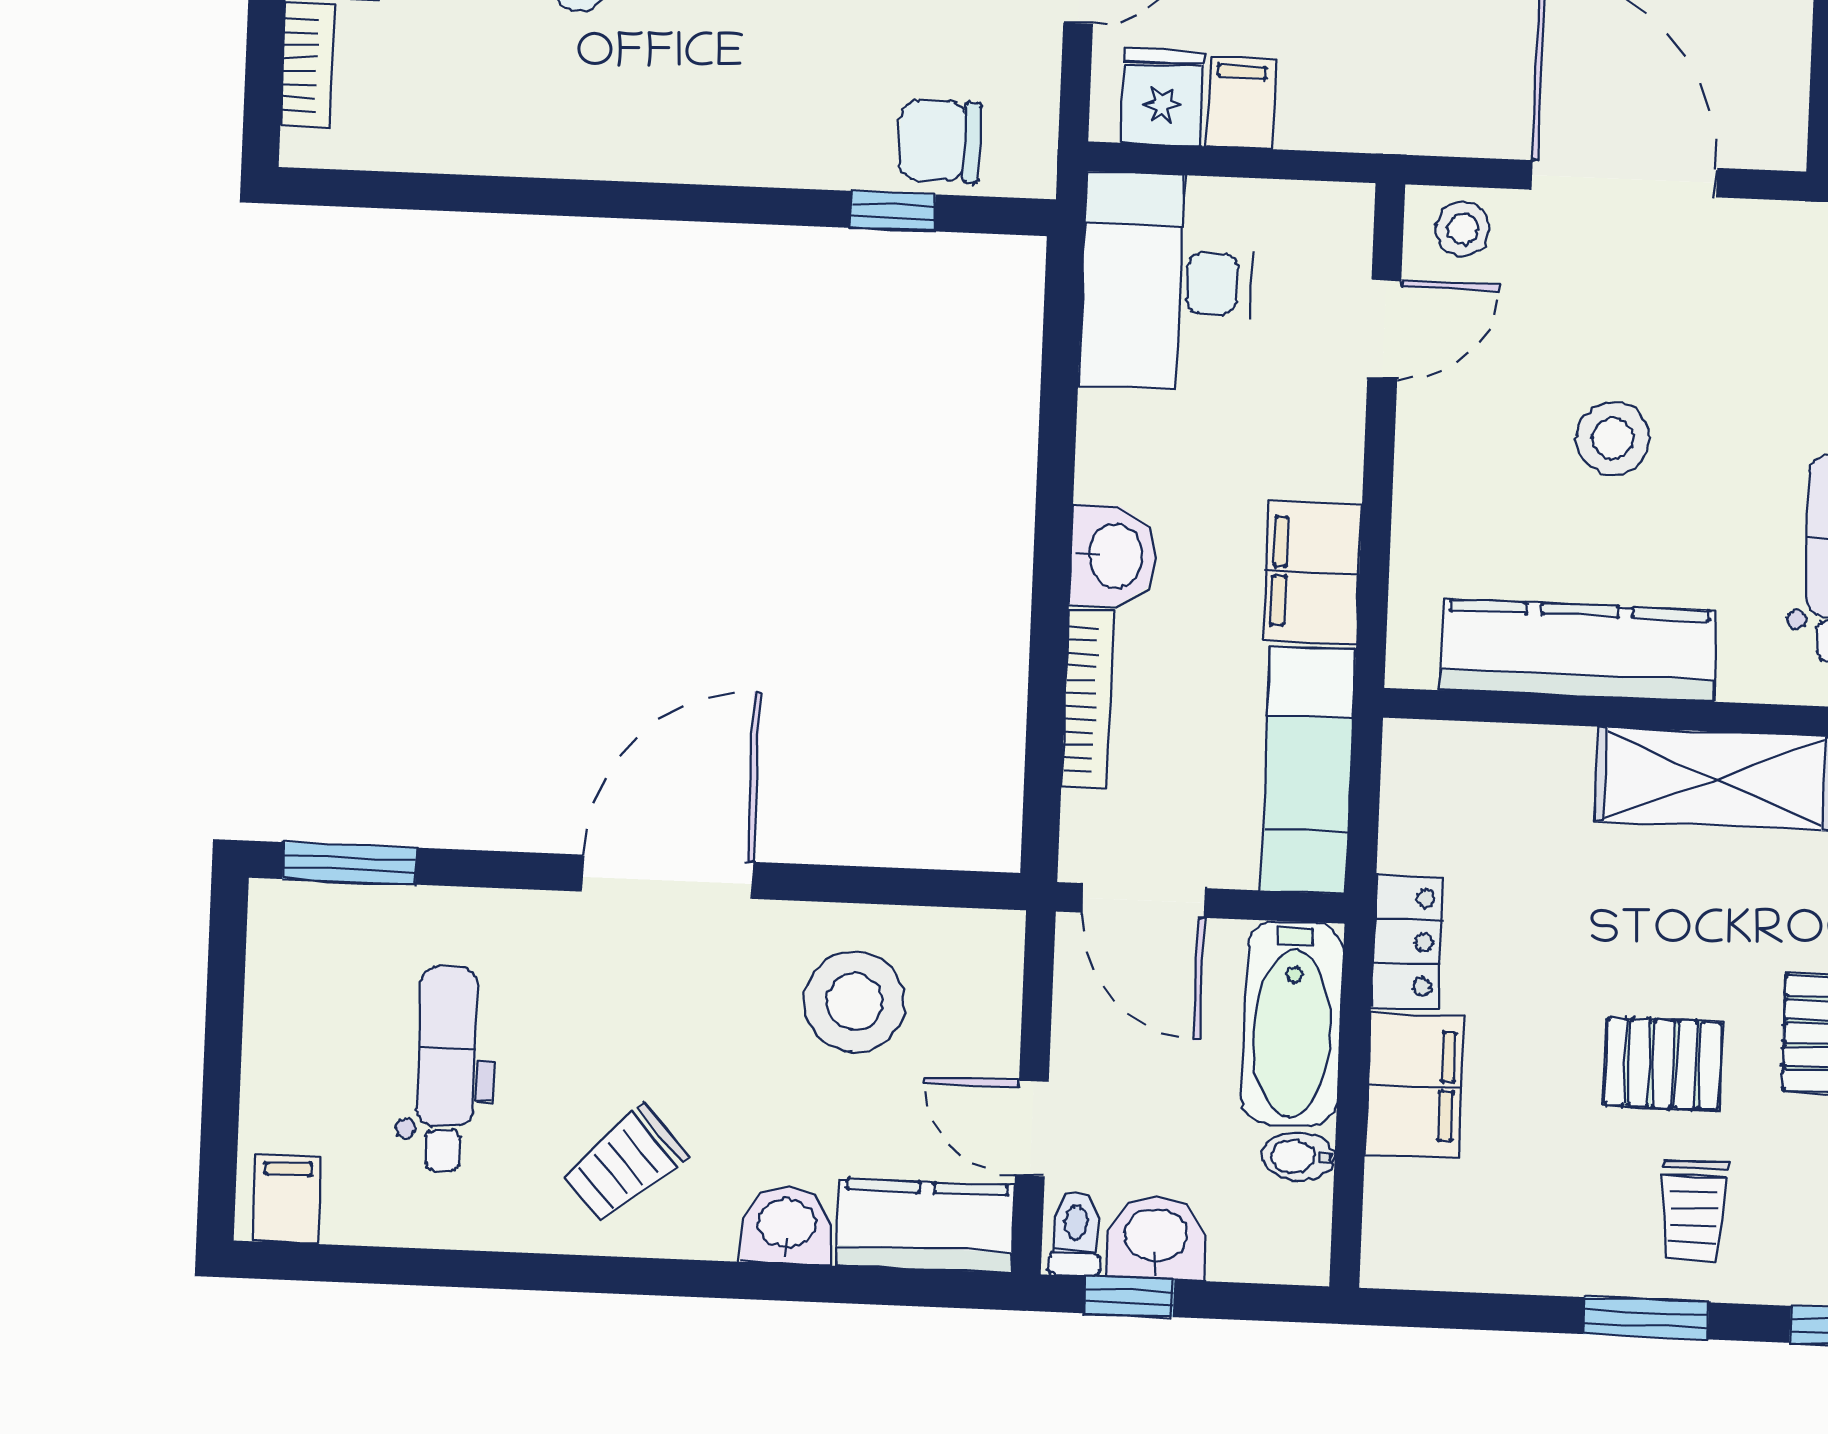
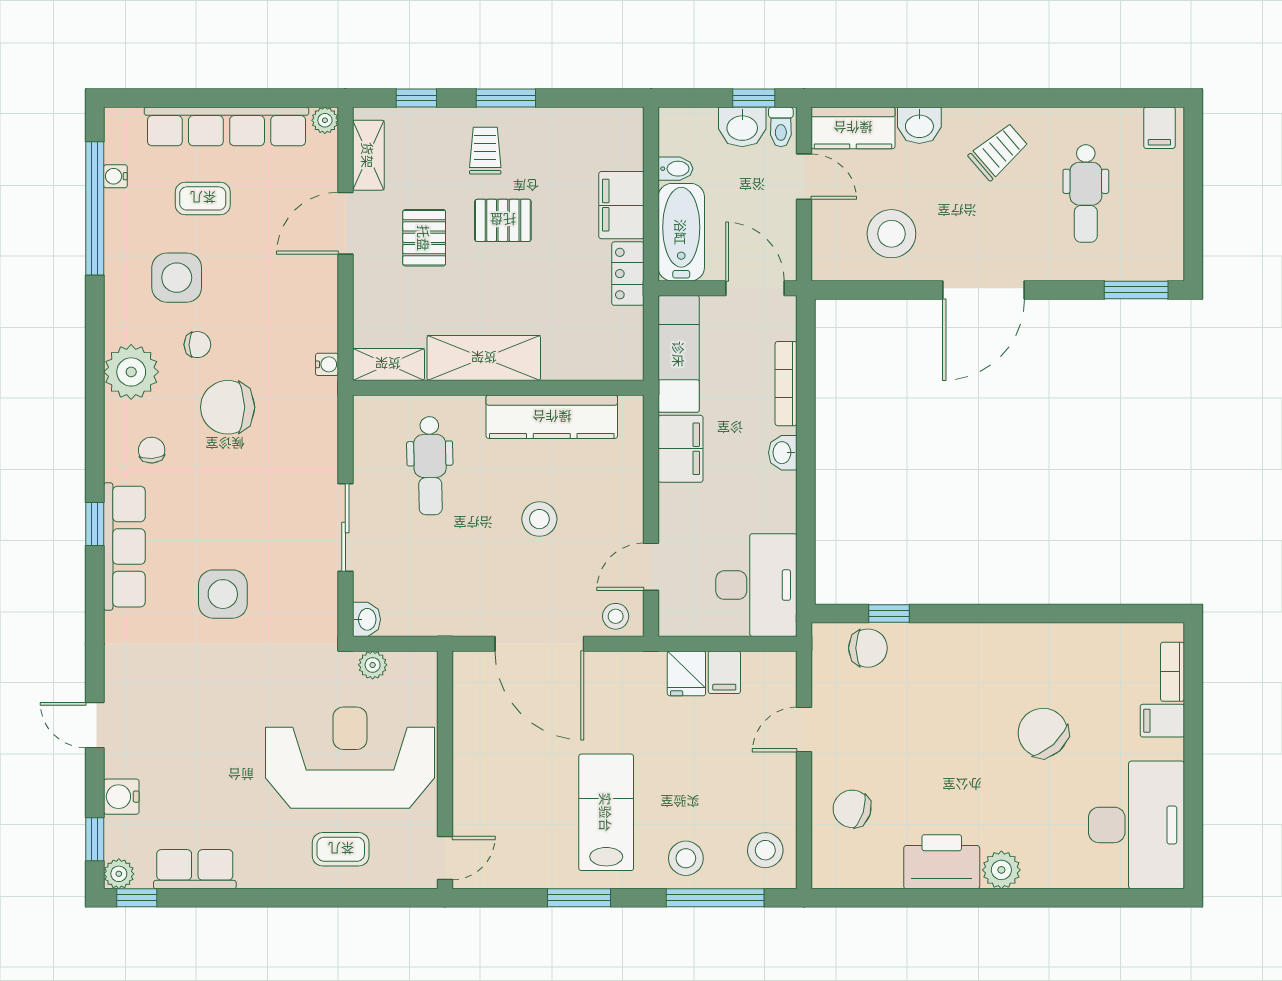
fridge: (1162, 97) -> (686, 673), moved
washbasin: (1113, 556) -> (783, 453), width x0.72, depth x0.69

